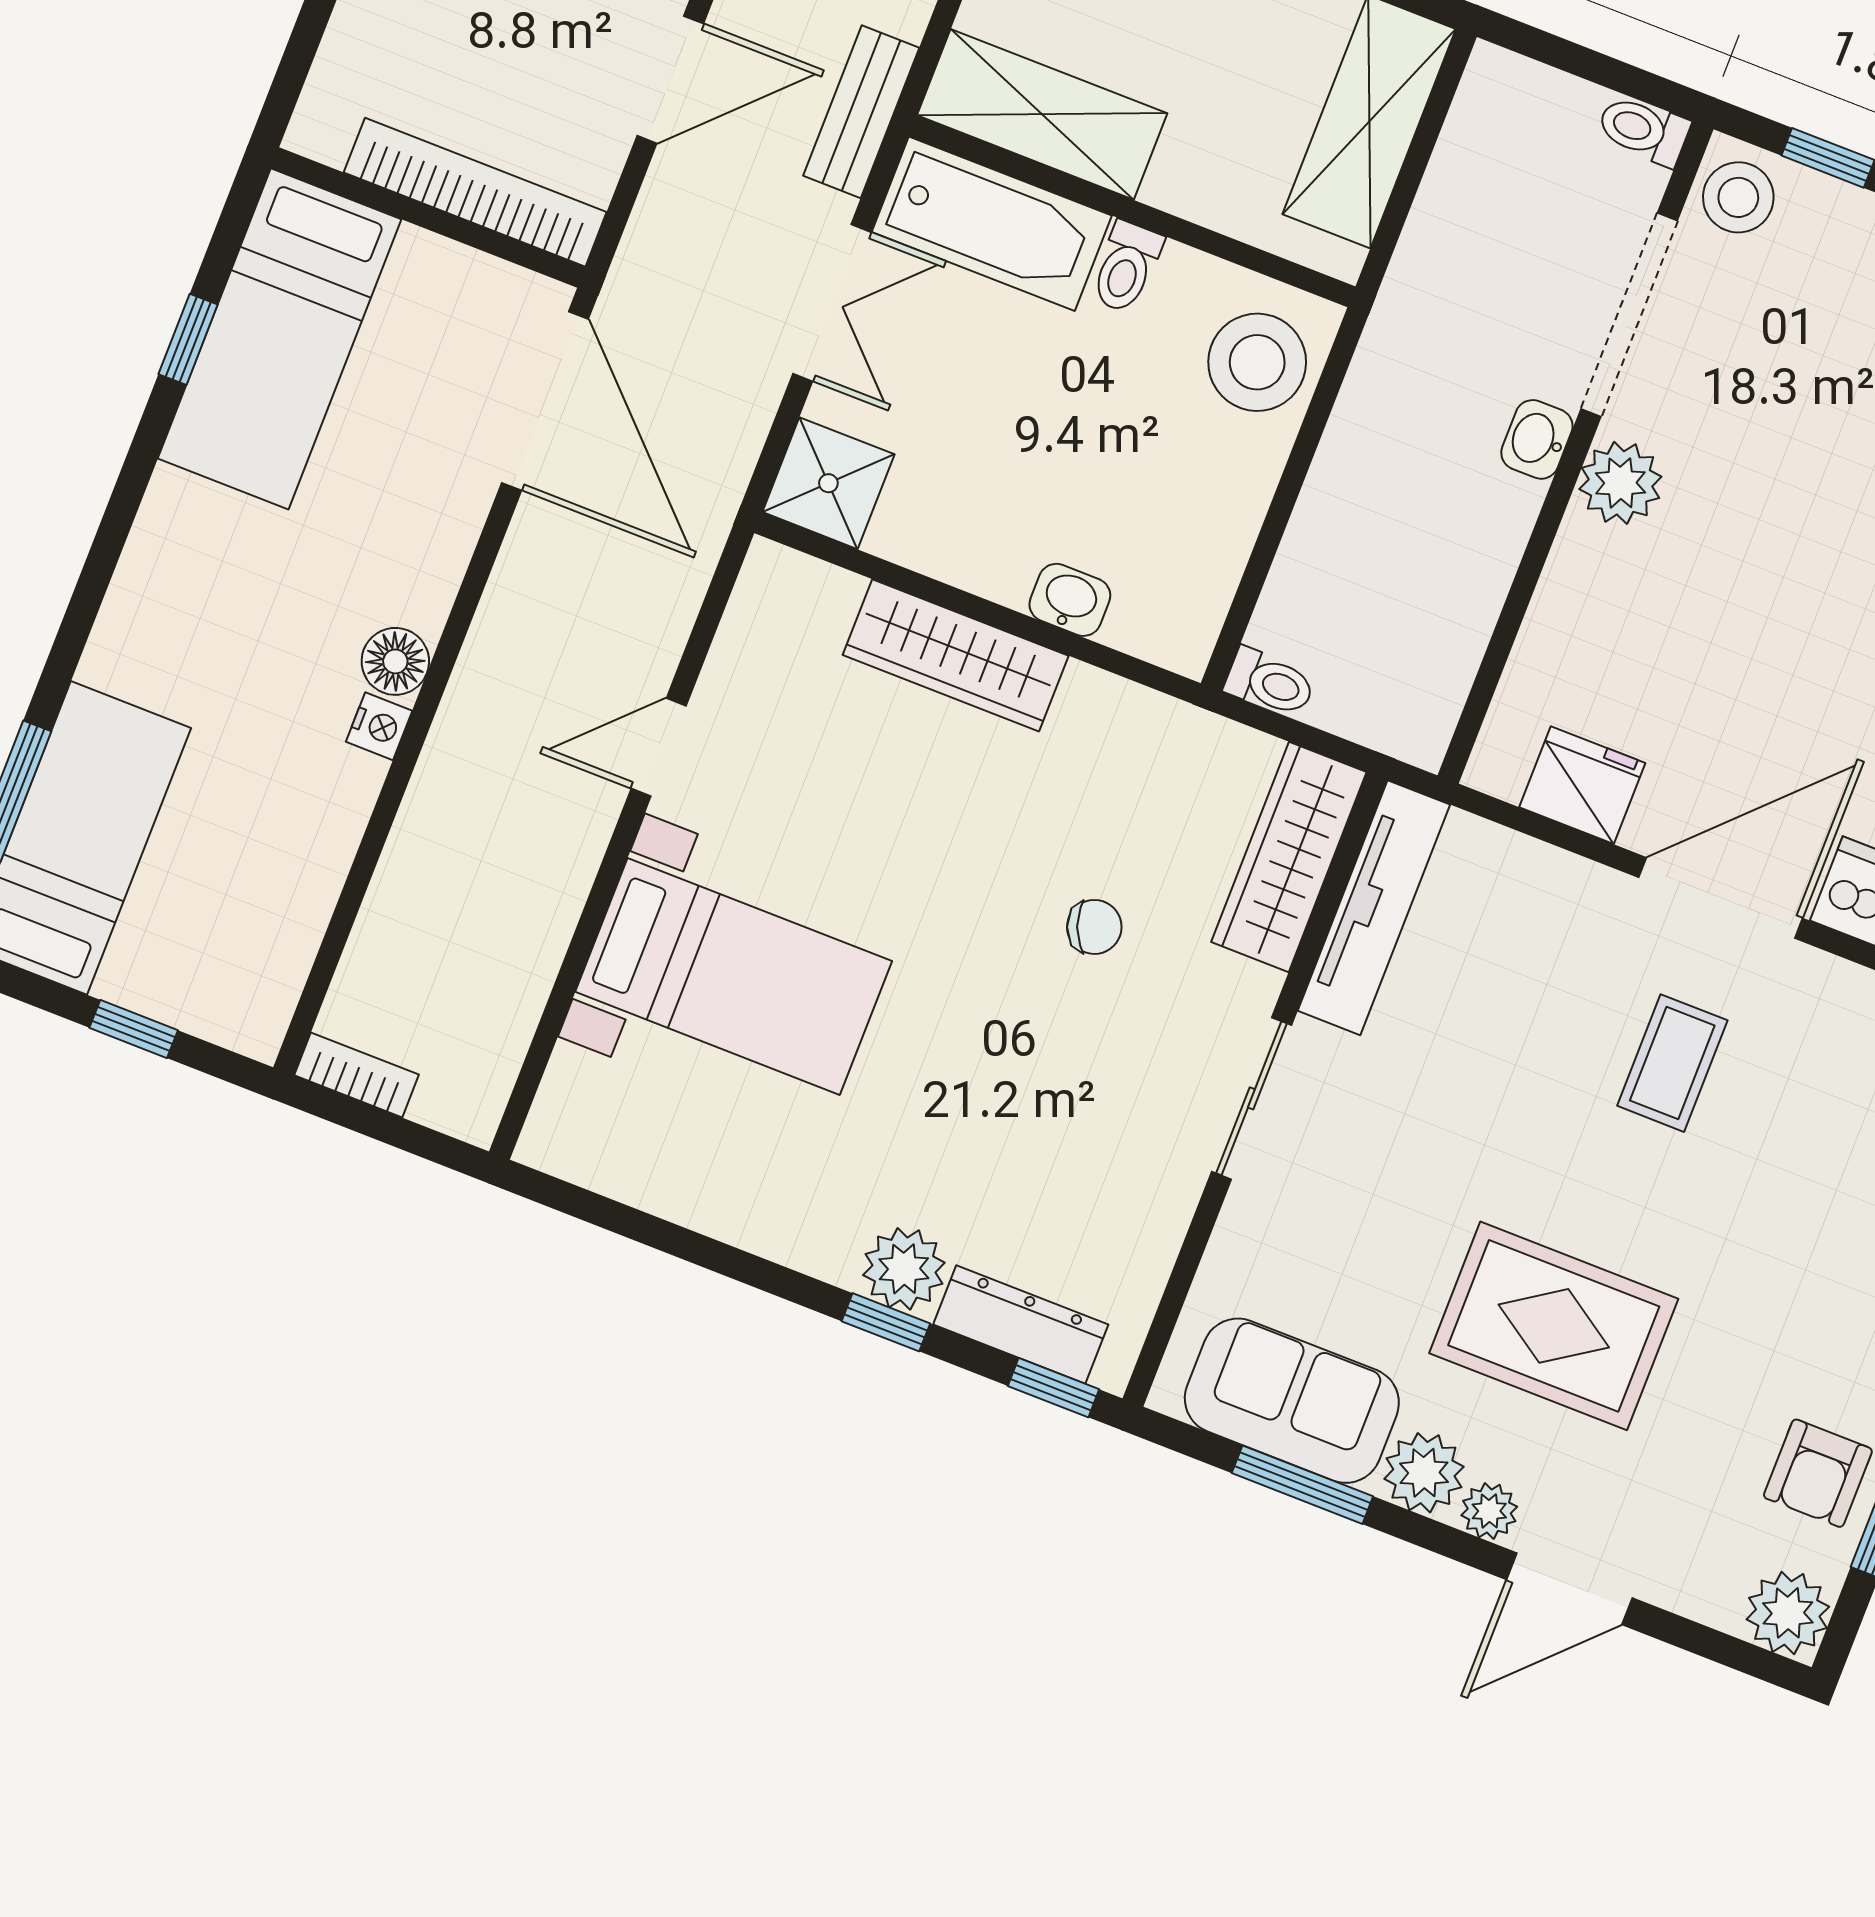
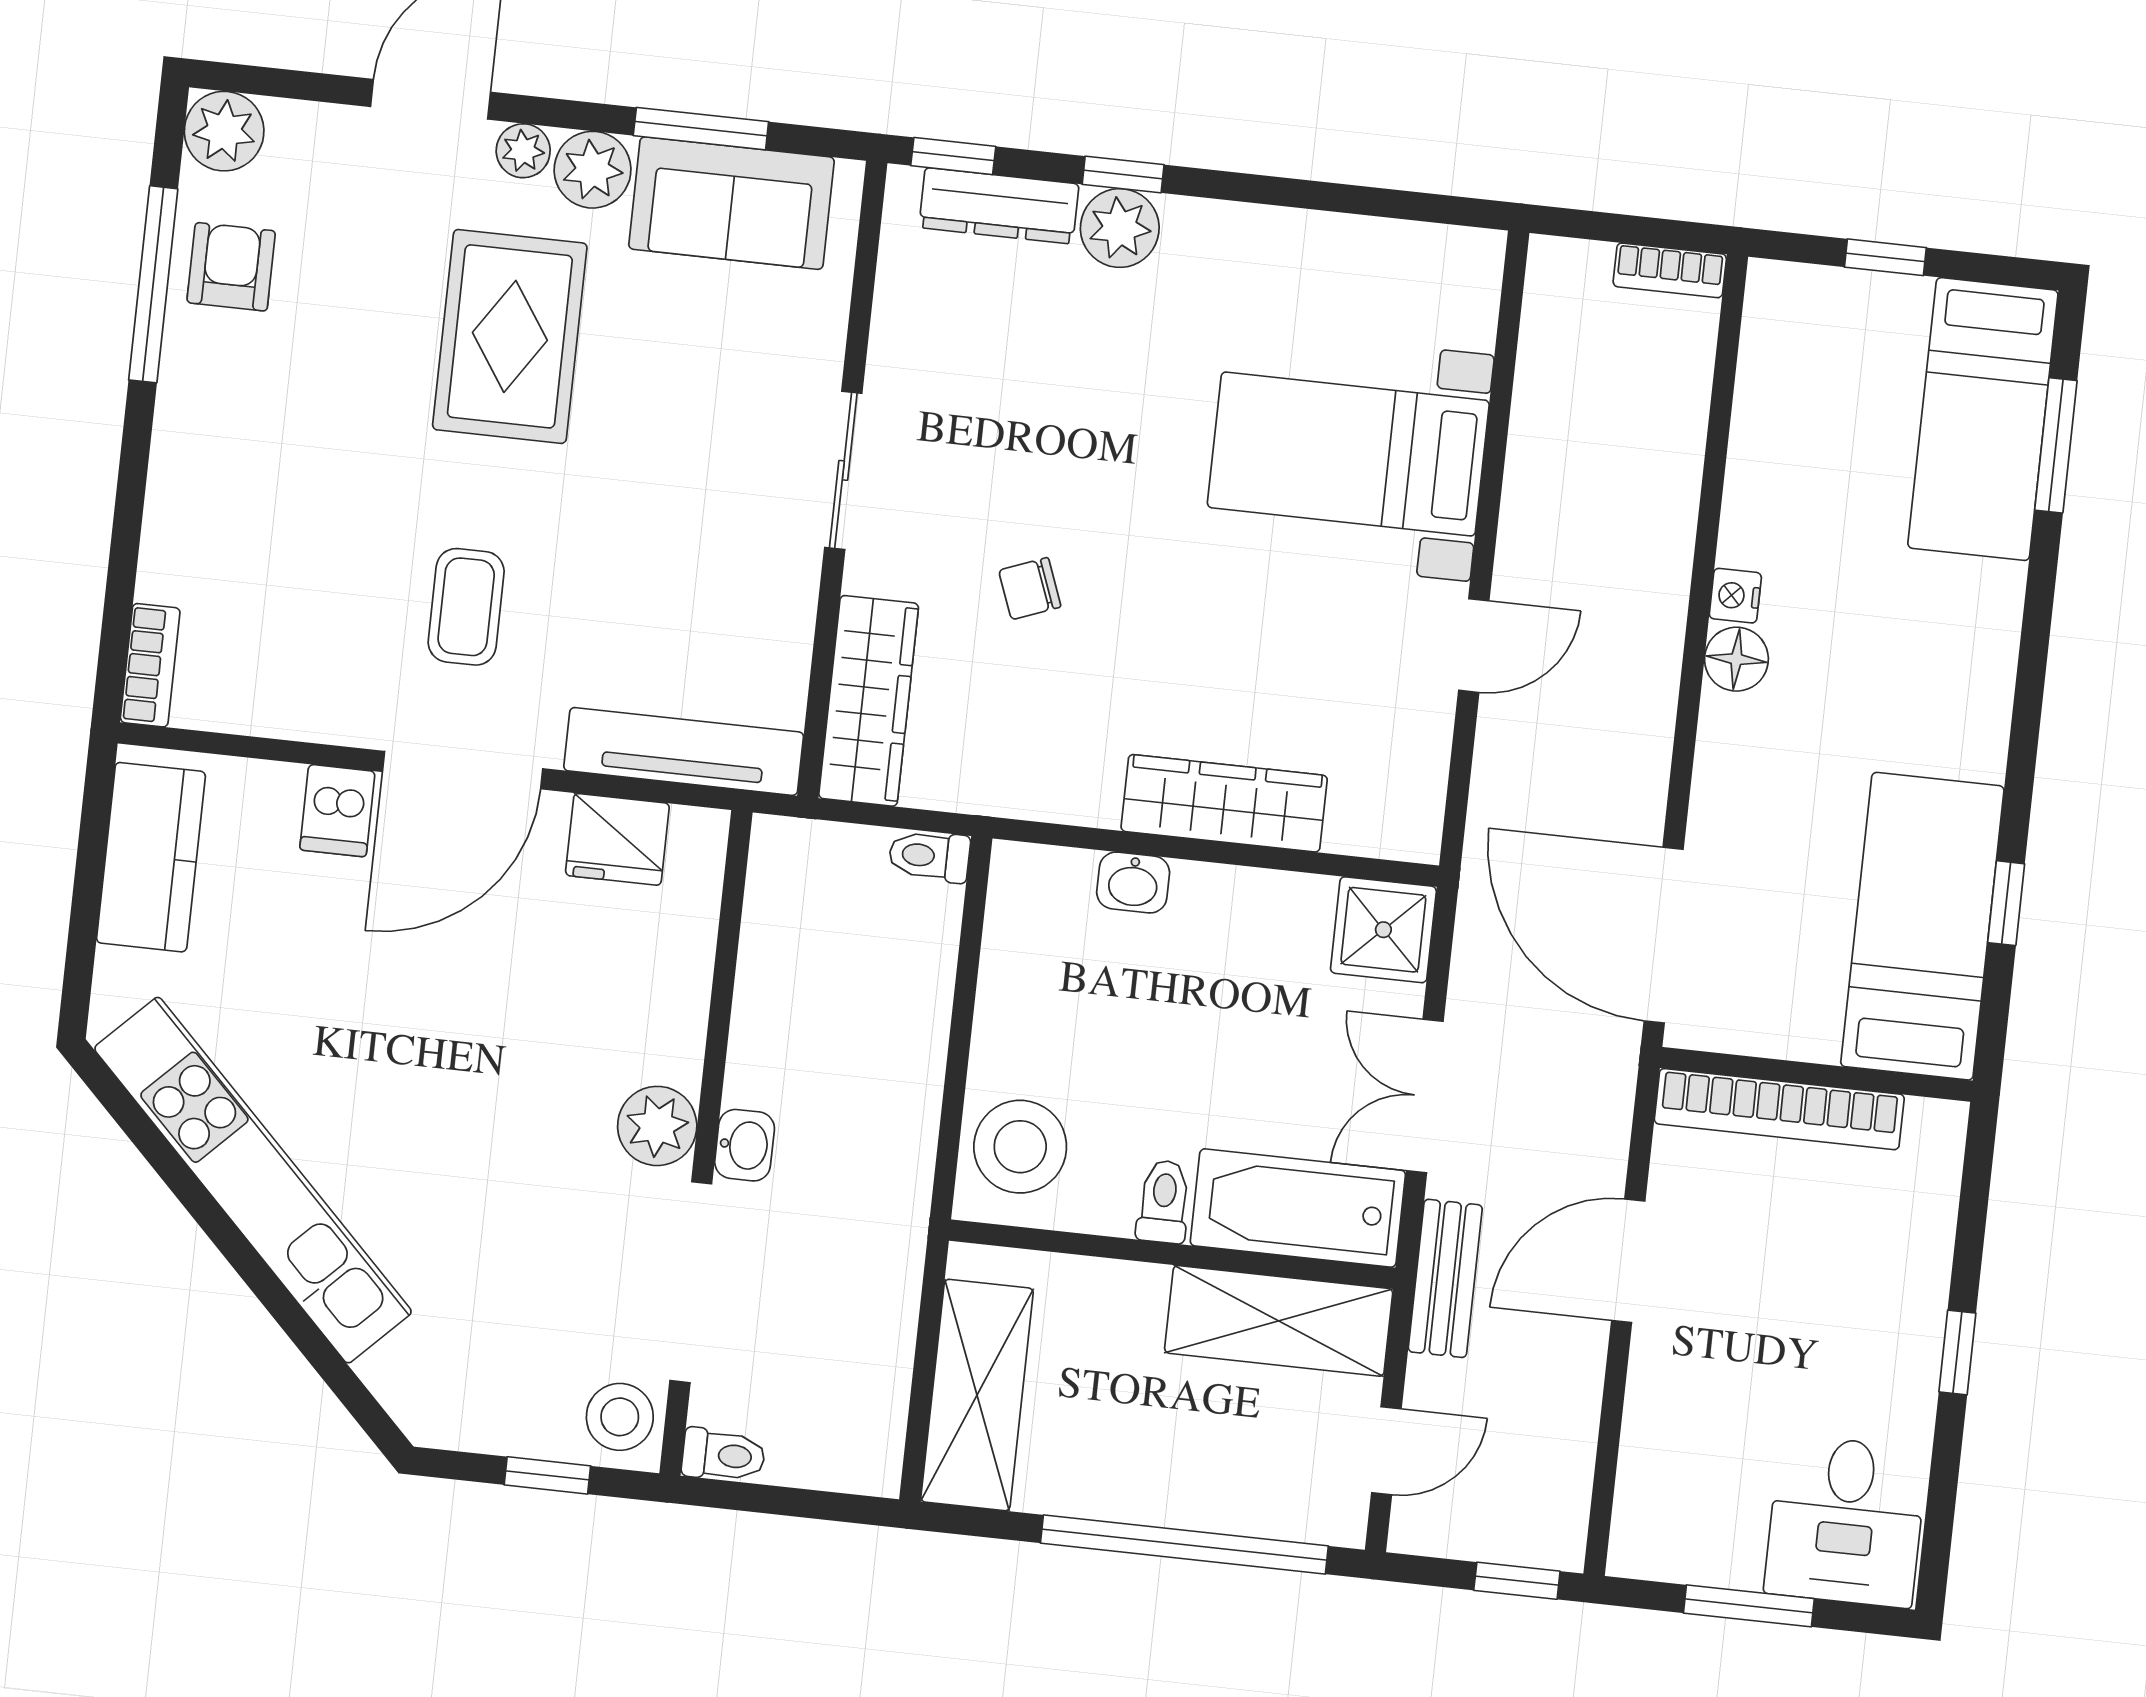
tv unit: (1374, 908) -> (684, 751), moved, turned 90
rug: (1554, 1326) -> (510, 336), turned 90

